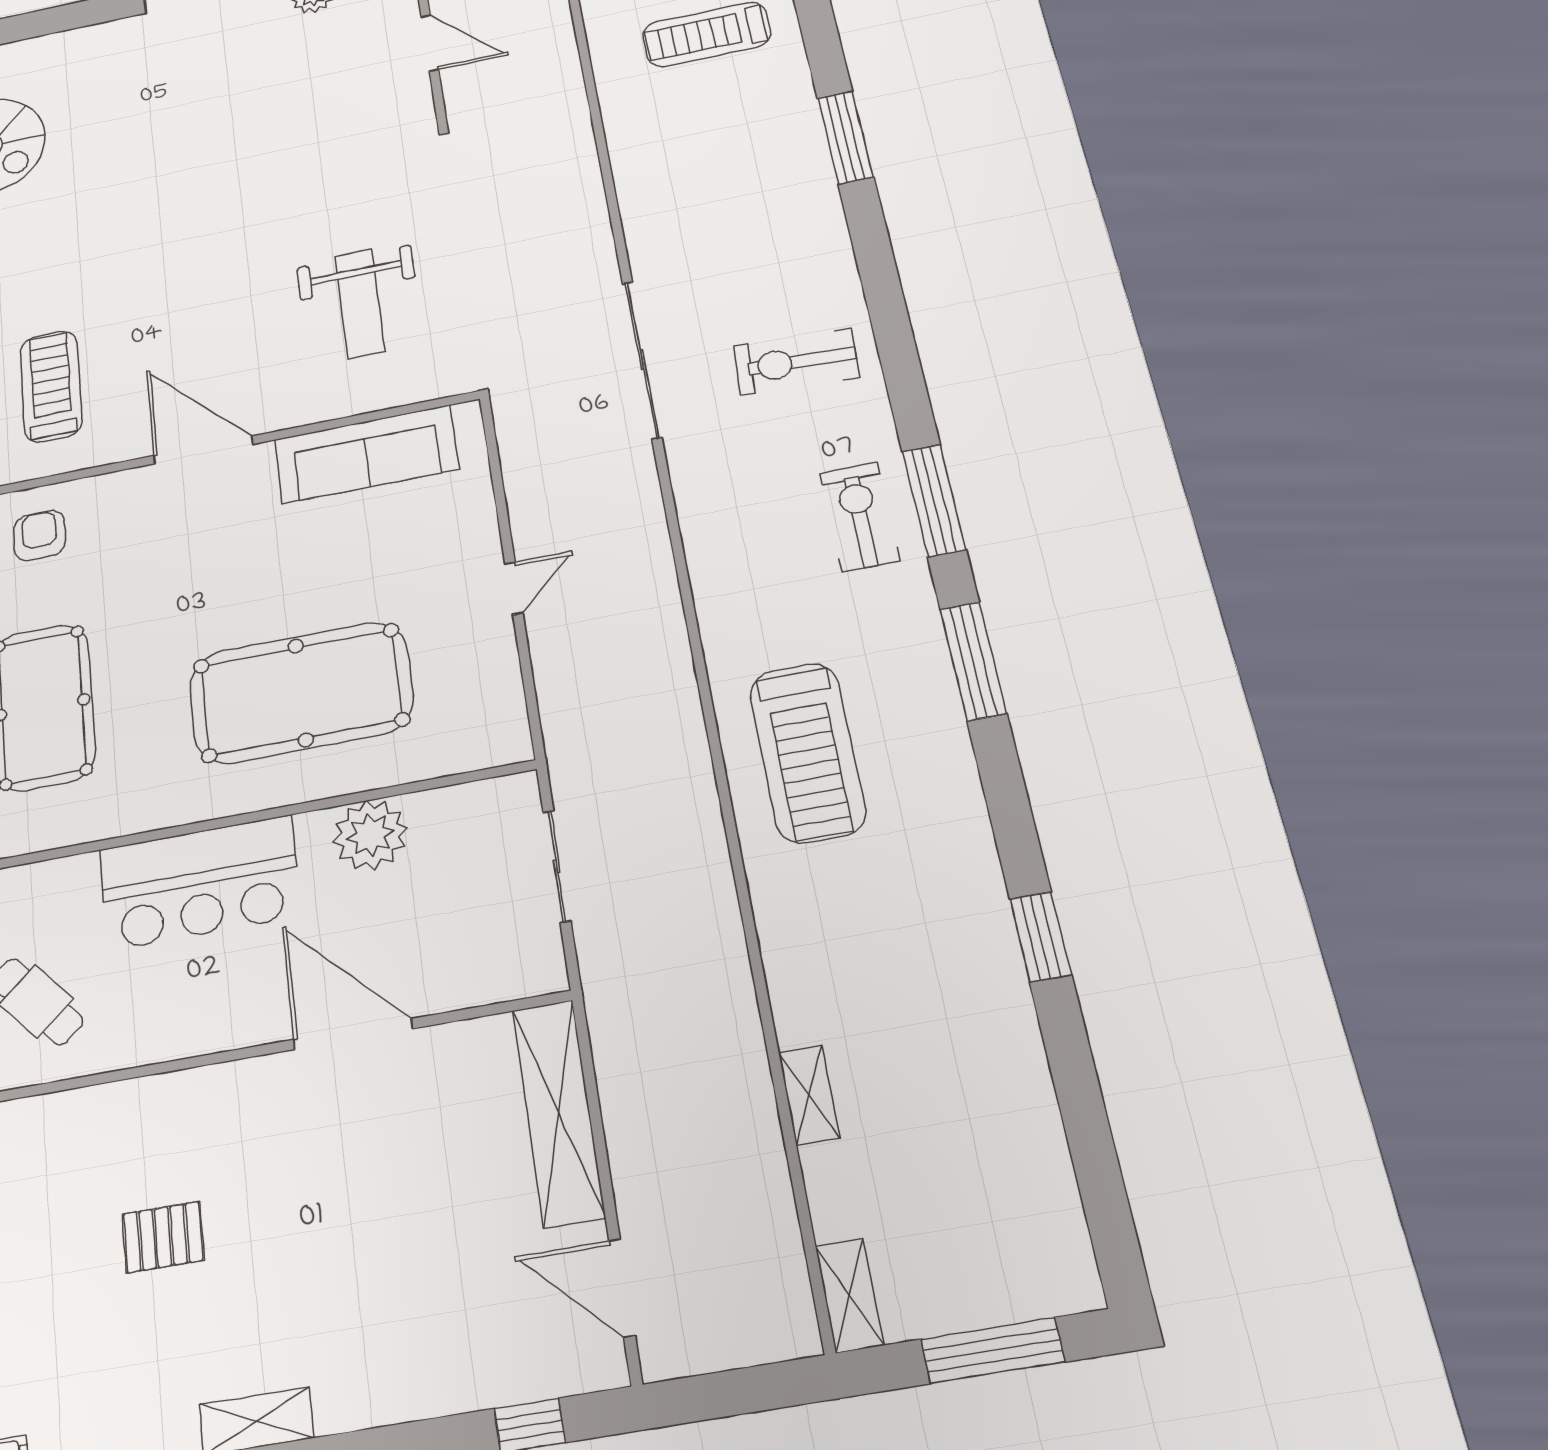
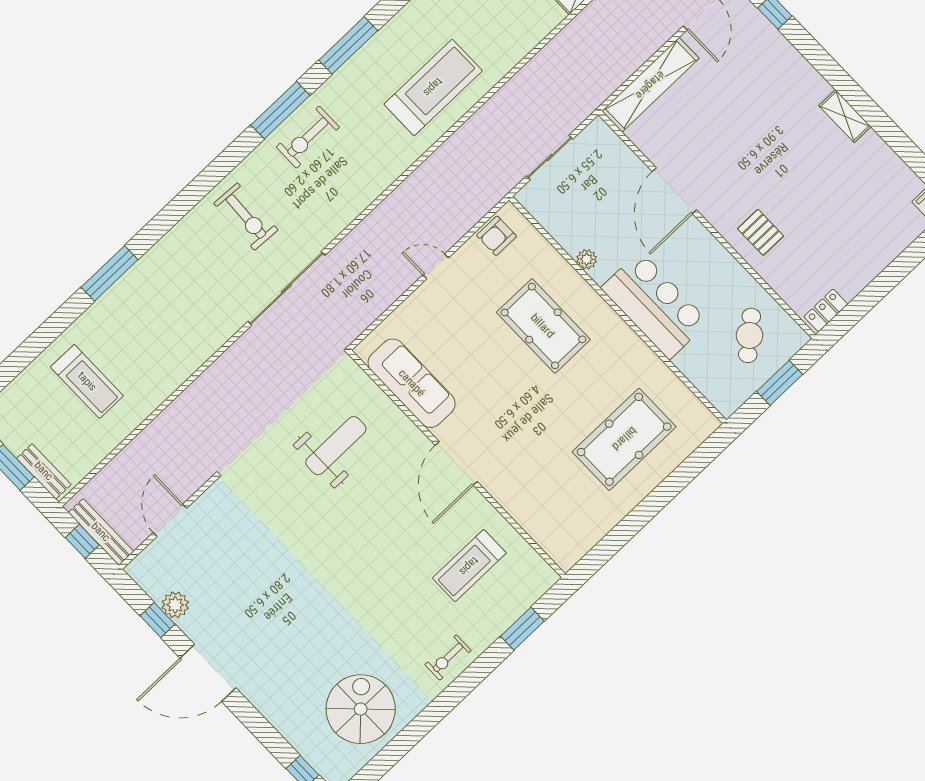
armchair: (39, 536) -> (496, 236), moved
pool table: (301, 693) -> (543, 326), width x0.73, depth x0.76
plant: (370, 835) -> (587, 259), width x0.53, depth x0.53
pallet: (163, 1237) -> (761, 232), moved

